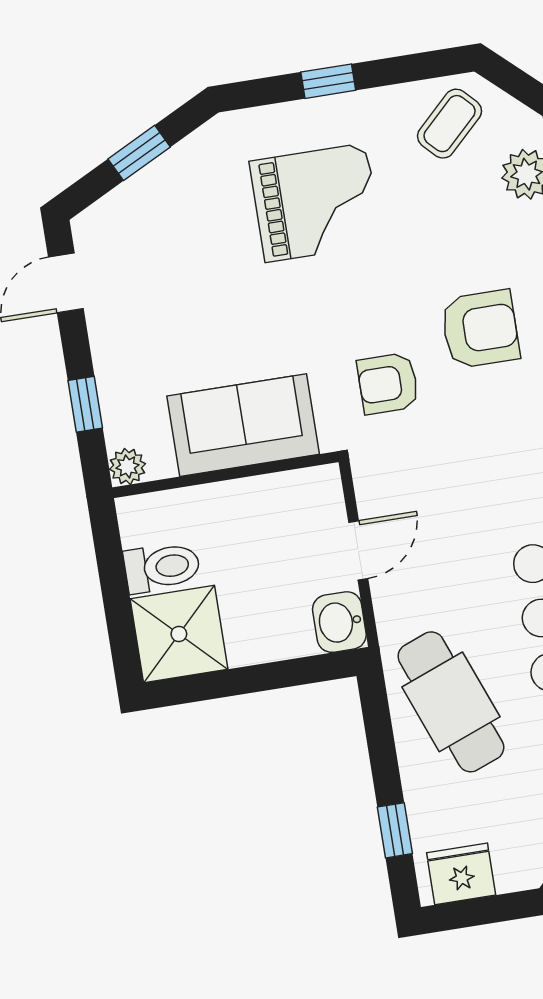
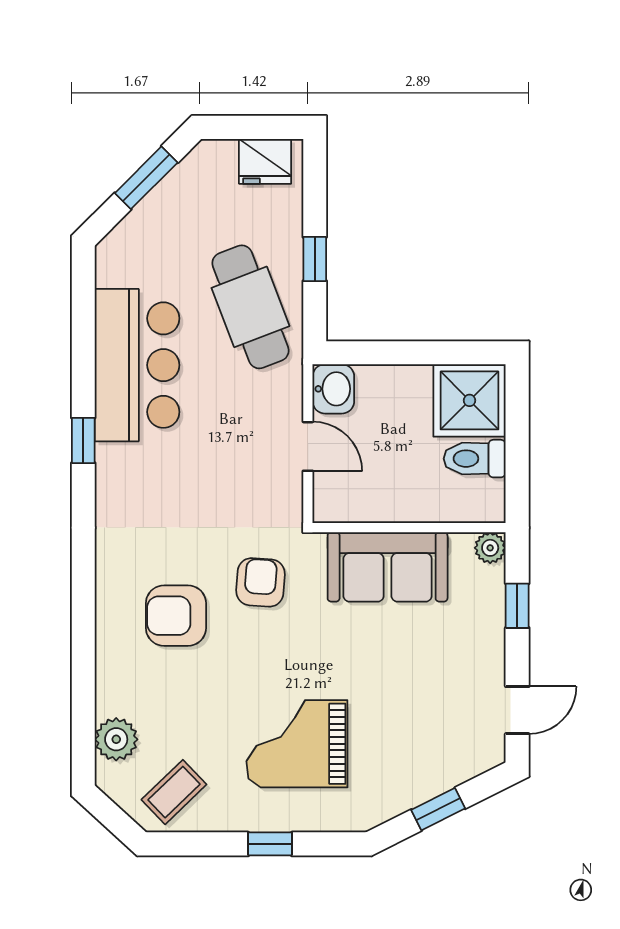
armchair: (388, 383) -> (260, 582), turned -86
door: (358, 550) -> (308, 446), swing flipped
window: (395, 830) -> (315, 259), moved

